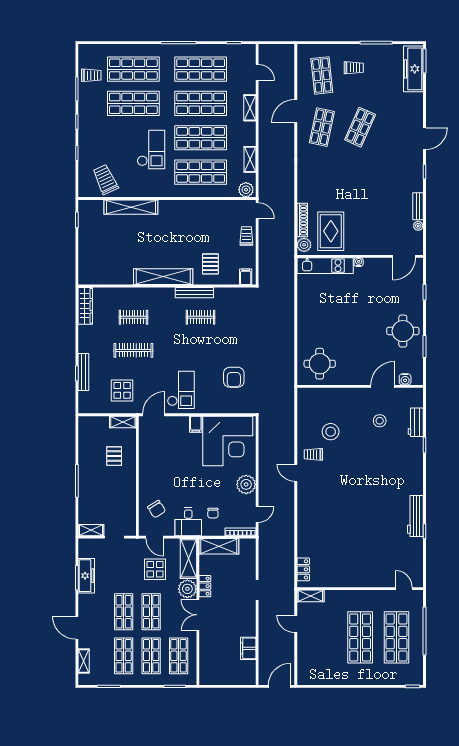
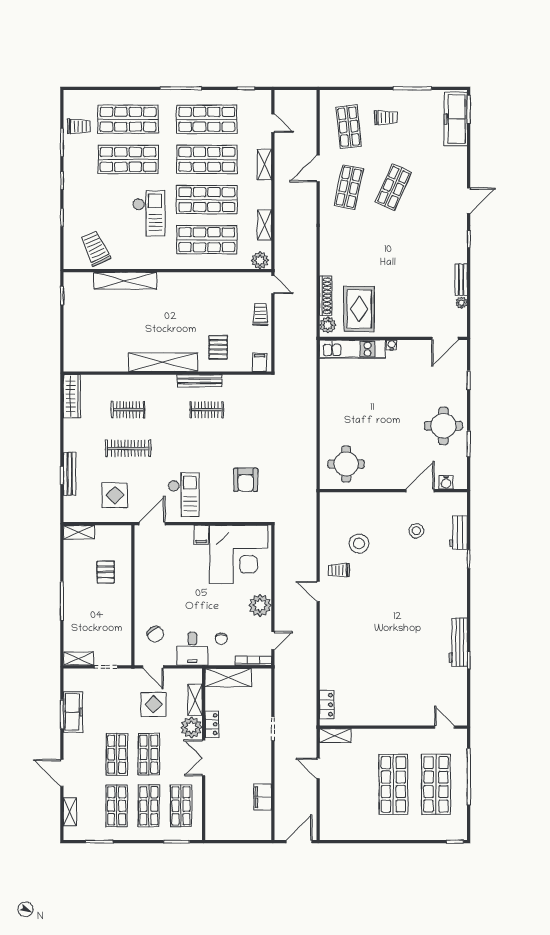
shelving: (123, 422) -> (79, 532), moved
shelving: (189, 558) -> (195, 700), width x0.67, depth x0.75

